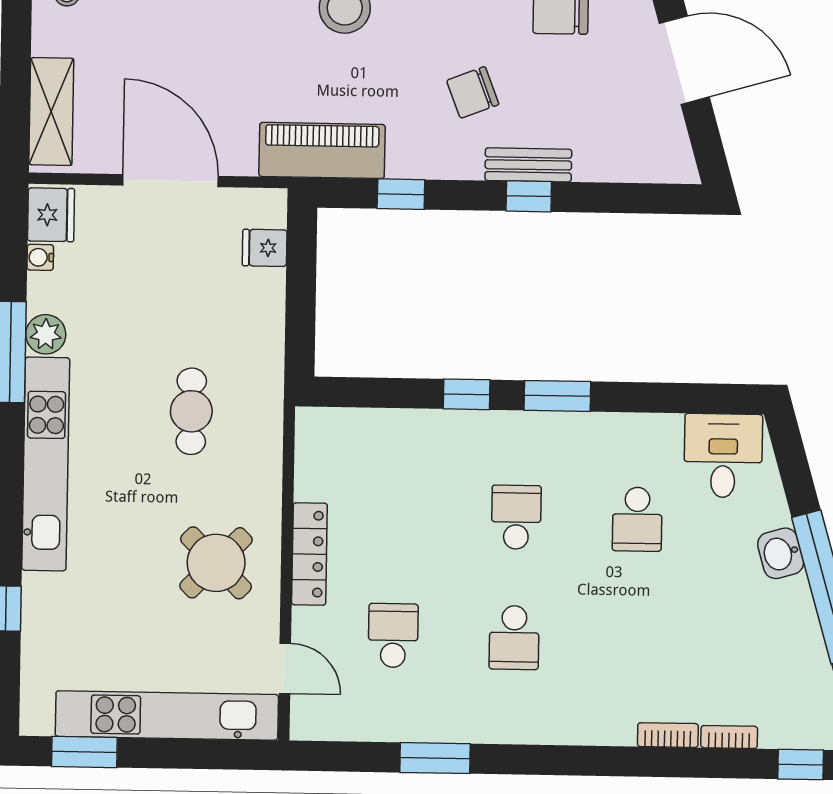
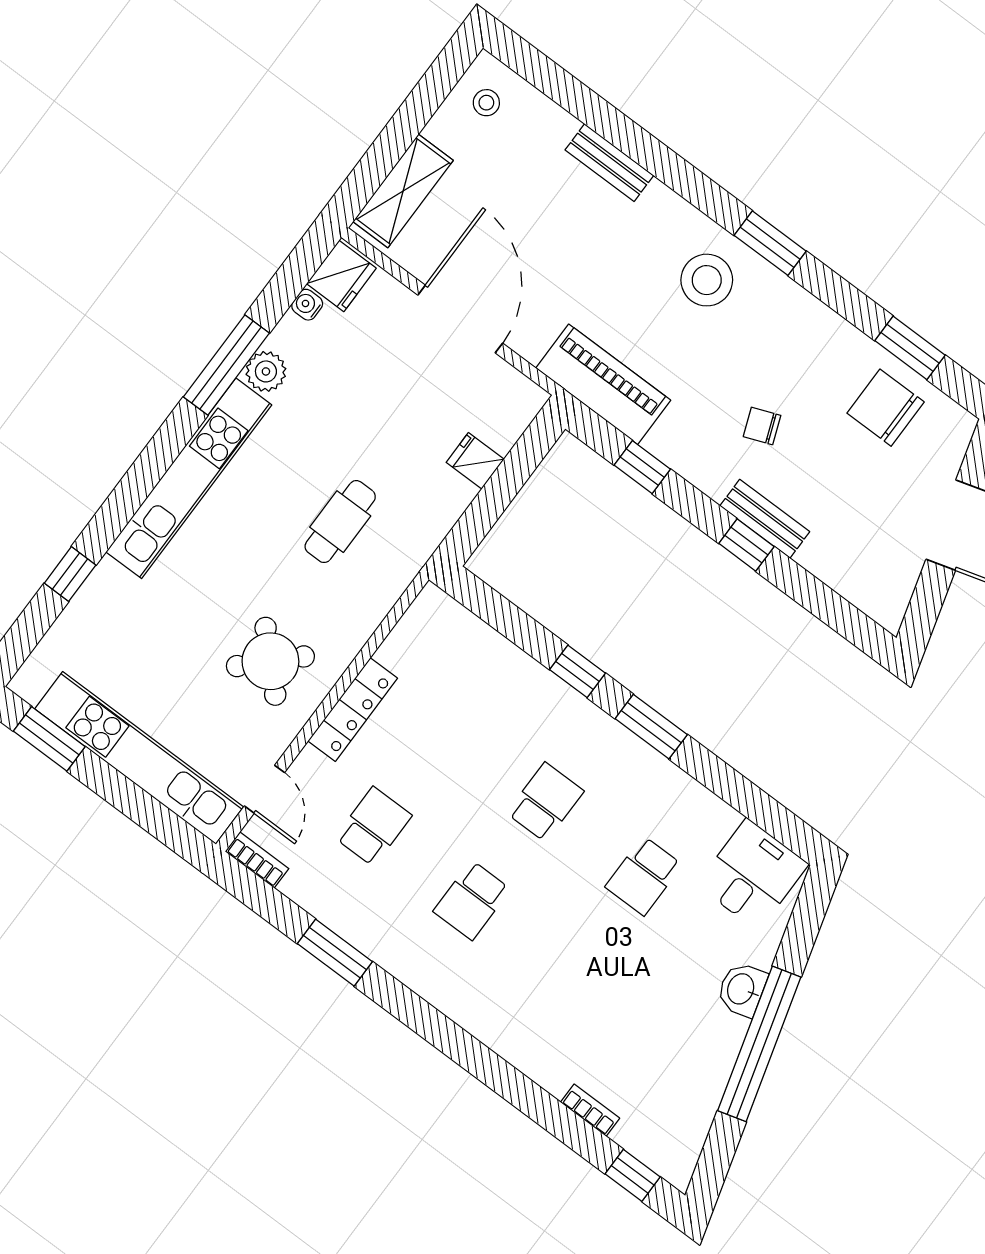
chair: (473, 92) -> (762, 426), width x0.73, depth x0.73
fridge: (265, 248) -> (475, 461), moved
bookcase: (668, 735) -> (257, 860), moved

